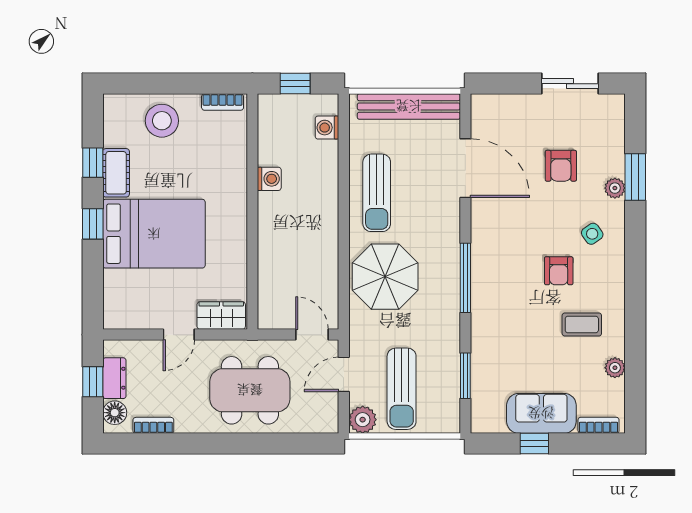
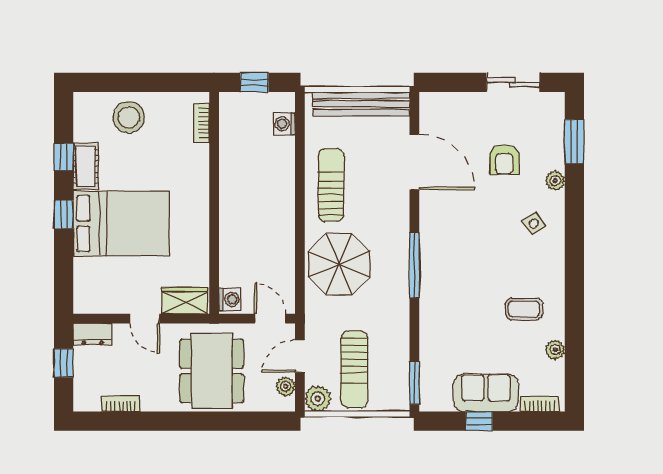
bookcase: (223, 102) -> (201, 123), moved, turned 90
window: (635, 177) -> (574, 141), moved
washing machine: (269, 179) -> (230, 299), moved
sun lounger: (377, 193) -> (331, 185), turned 180
armchair: (559, 271) -> (502, 258), removed
door: (179, 335) -> (145, 319), hinge flipped
window: (465, 376) -> (414, 383), moved
dresser: (114, 378) -> (93, 334), moved, turned 90
dining table: (250, 390) -> (212, 371), turned 90
plant: (329, 407) -> (286, 386), added
floor lamp: (115, 413) -> (84, 392), removed

